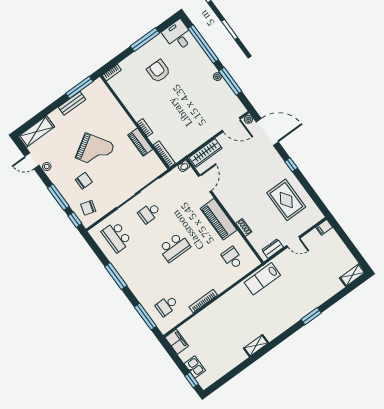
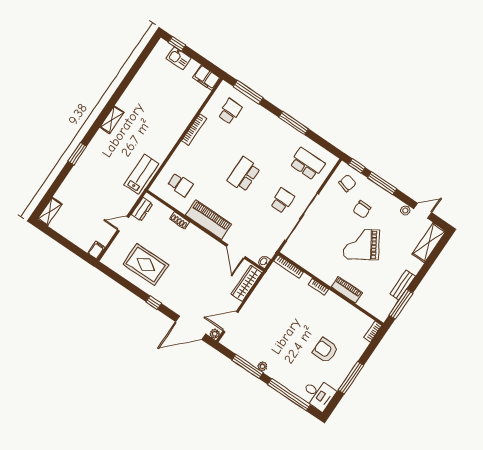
armchair: (158, 71) -> (325, 350), turned 180
piano: (140, 142) -> (347, 290), moved
shelving: (256, 346) -> (112, 120), moved

